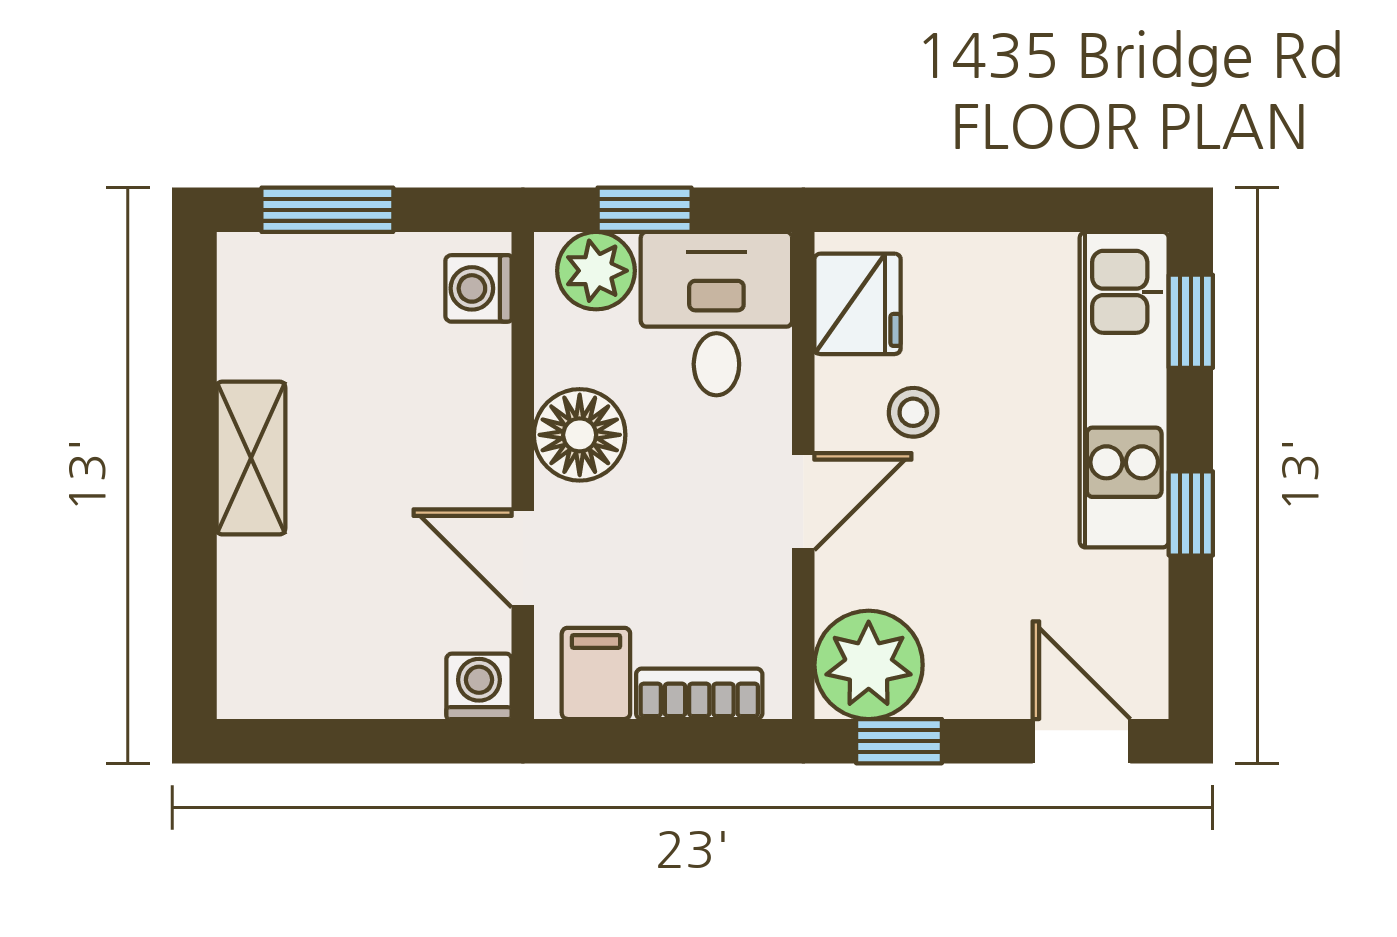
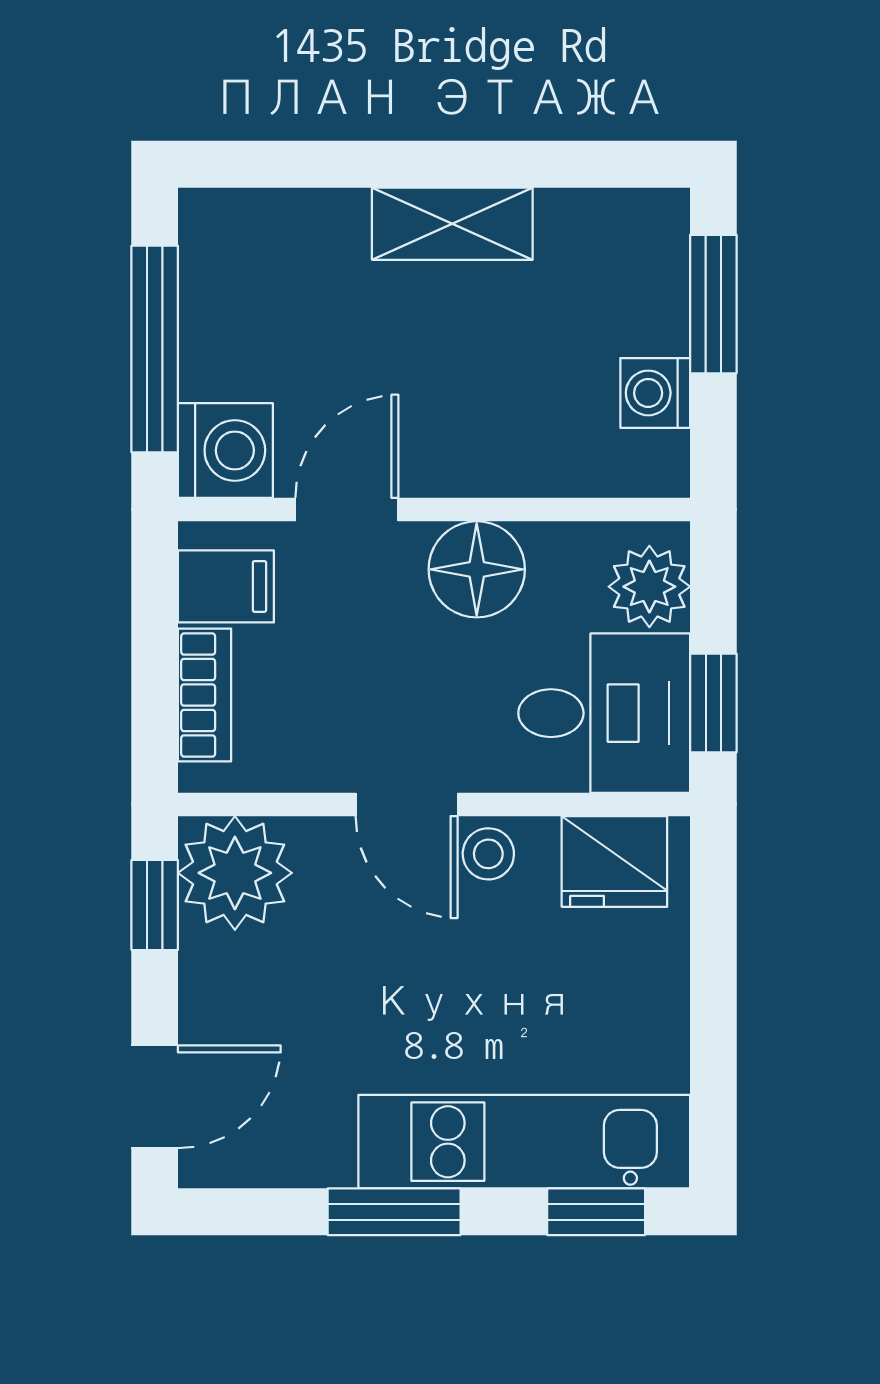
window: (645, 210) -> (713, 703), moved
washing machine: (479, 288) -> (655, 393), moved, turned -90
stool: (913, 412) -> (488, 854), moved
window: (1191, 513) -> (394, 1212), width x1.50
washing machine: (479, 686) -> (225, 450), width x1.38, depth x1.38
window: (370, 741) -> (155, 349), added

